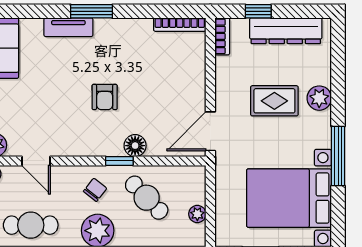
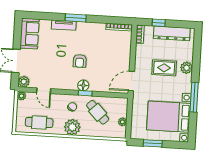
floor lamp: (135, 146) -> (83, 85), moved

